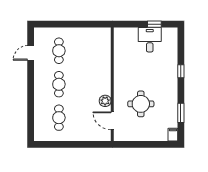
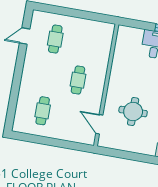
cafe table: (59, 84) -> (78, 80), moved
plant: (105, 101) -> (95, 102), removed

